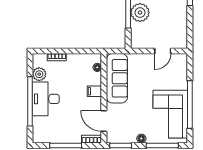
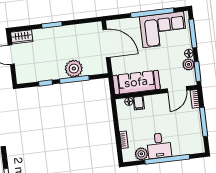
door: (163, 51) -> (106, 43), width x1.87
filing cabinet: (94, 91) -> (139, 103), moved
desk: (46, 99) -> (159, 146), width x0.73
plant: (129, 137) -> (188, 64), added

